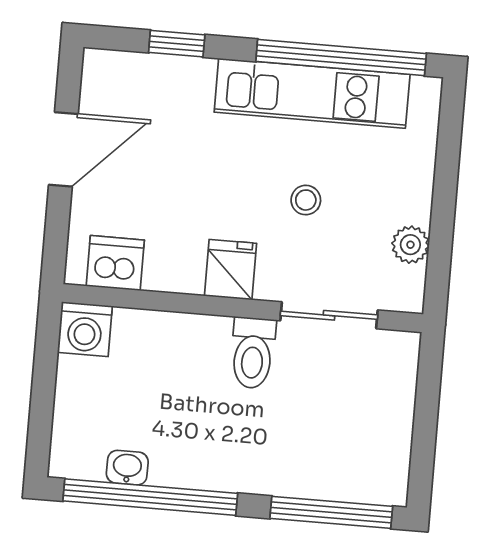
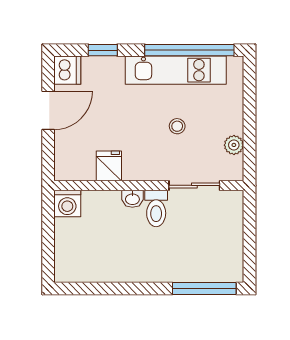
dishwasher: (115, 263) -> (67, 70), moved, turned 90
fridge: (230, 270) -> (109, 166), moved
washbasin: (127, 468) -> (132, 199), moved, turned 180
window: (150, 497) -> (109, 288), removed

